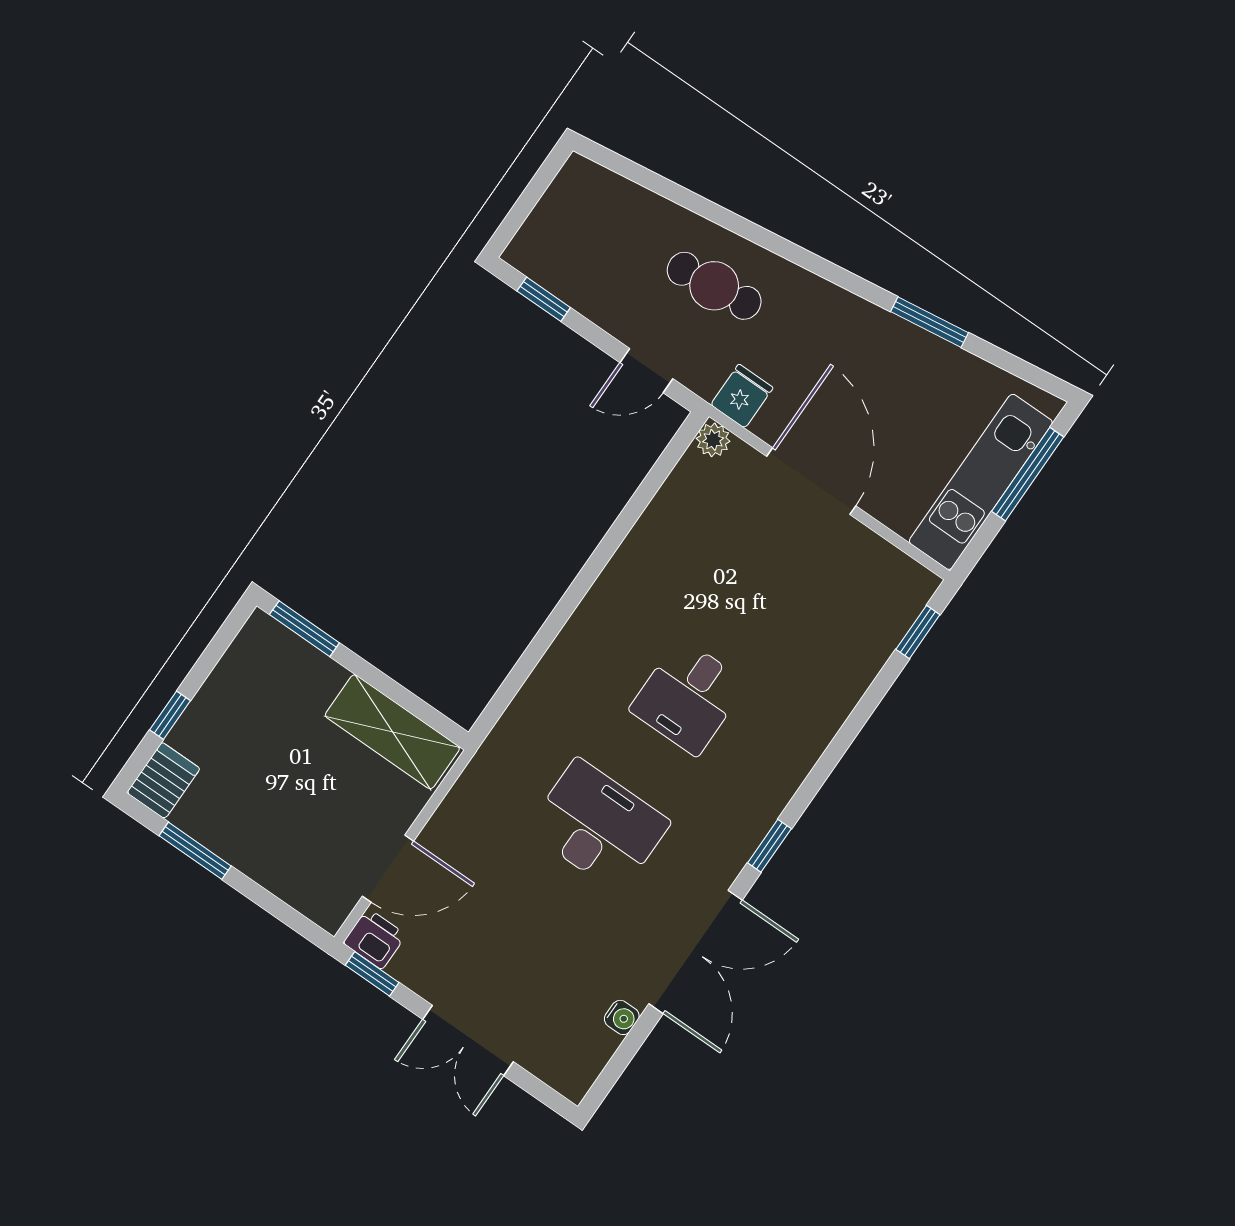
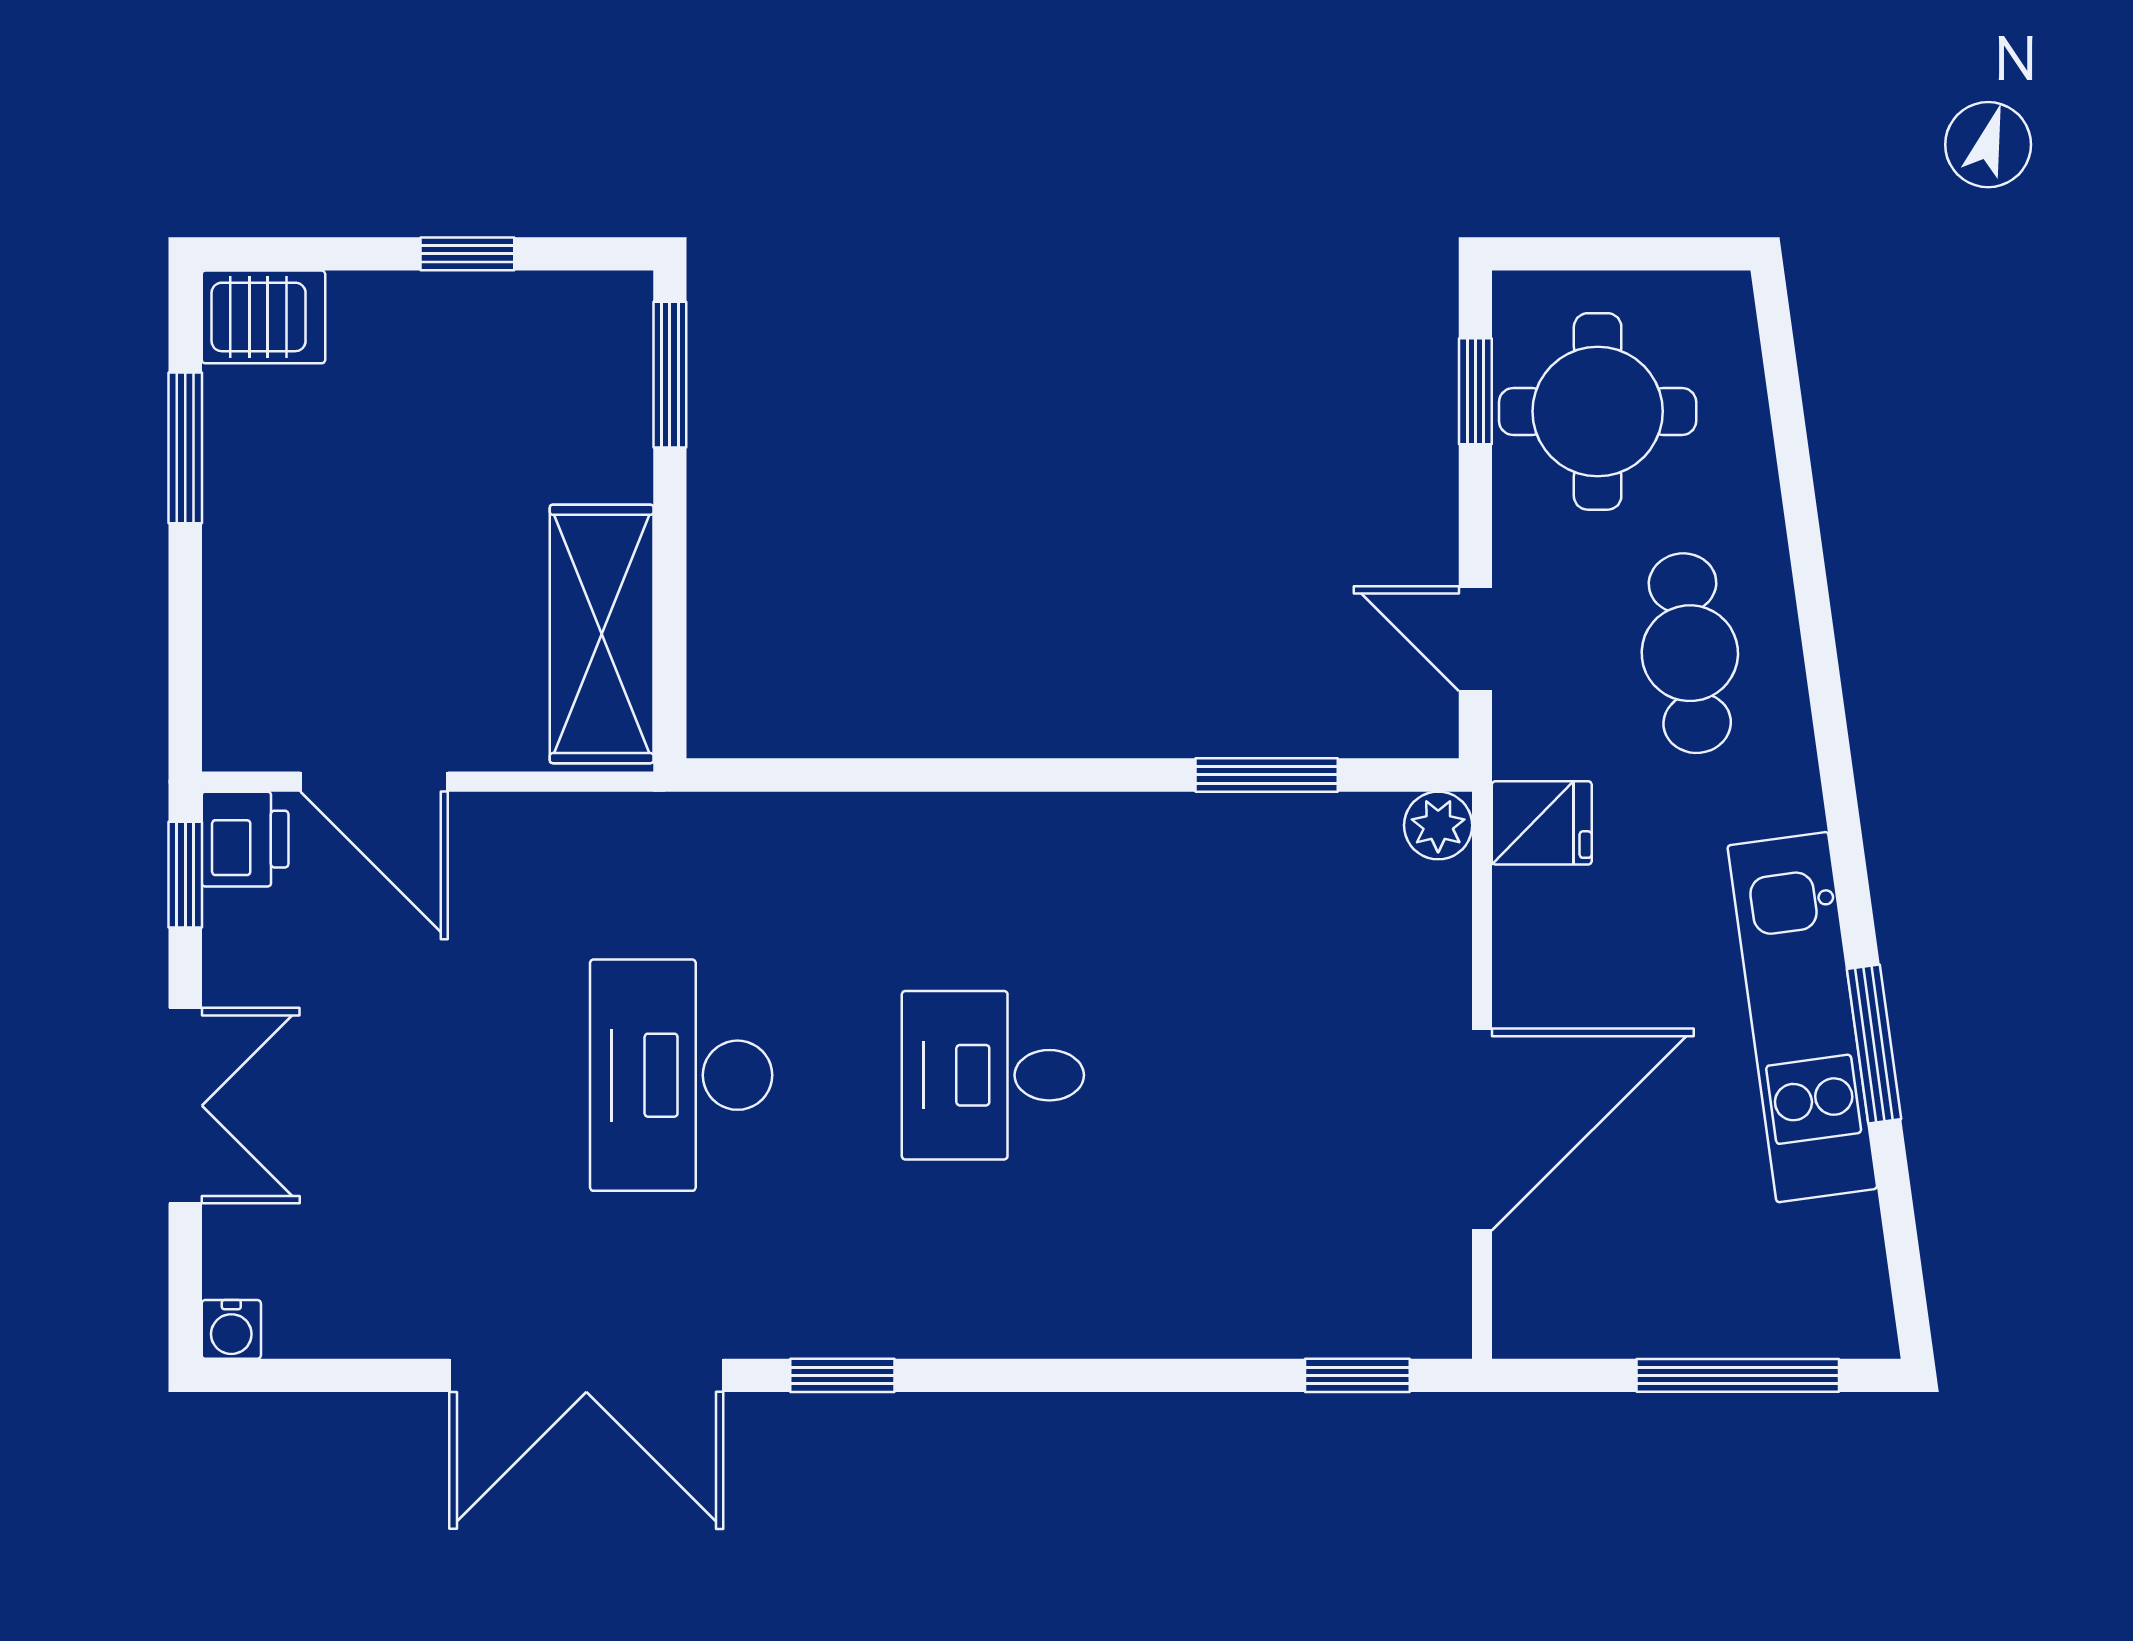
round table: (587, 254) -> (1598, 411), added
door: (811, 481) -> (1482, 1129), moved
kitchen unit: (981, 482) -> (1802, 1017), moved, turned -98
window: (643, 497) -> (1267, 775), added
window: (170, 715) -> (467, 254), moved
desk: (598, 826) -> (681, 1075), turned 180
water cooler: (622, 1017) -> (231, 1329), moved
double door: (468, 1041) -> (185, 1106), swing flipped

